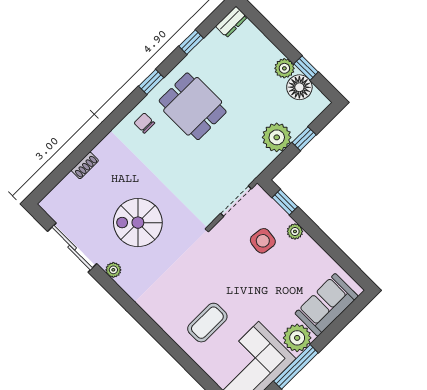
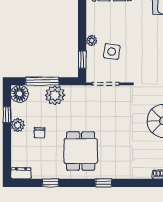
window: (151, 82) -> (104, 183), moved
floor lamp: (299, 87) -> (20, 94), moved
chair: (144, 123) -> (40, 133), moved
window: (304, 139) -> (42, 81), width x2.17

